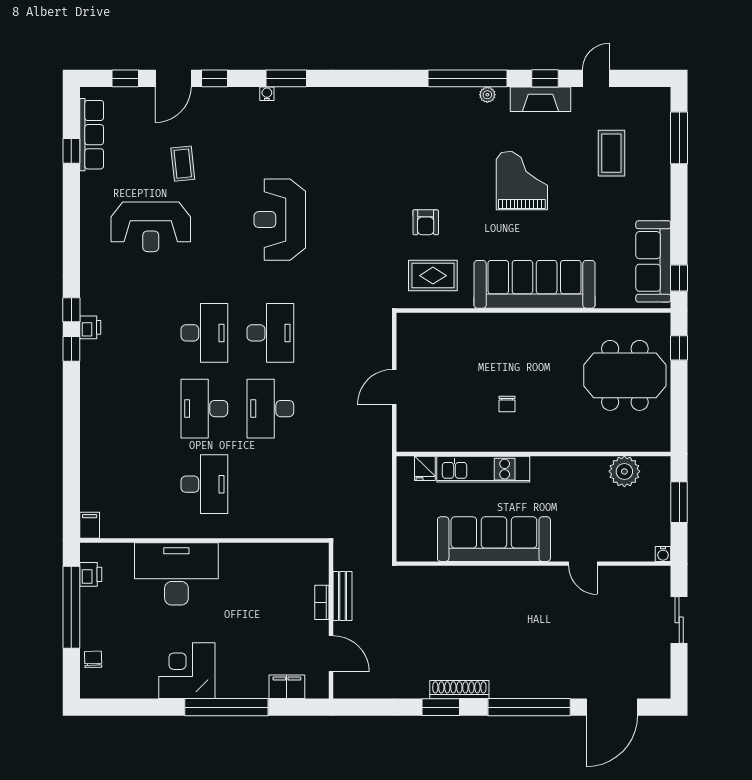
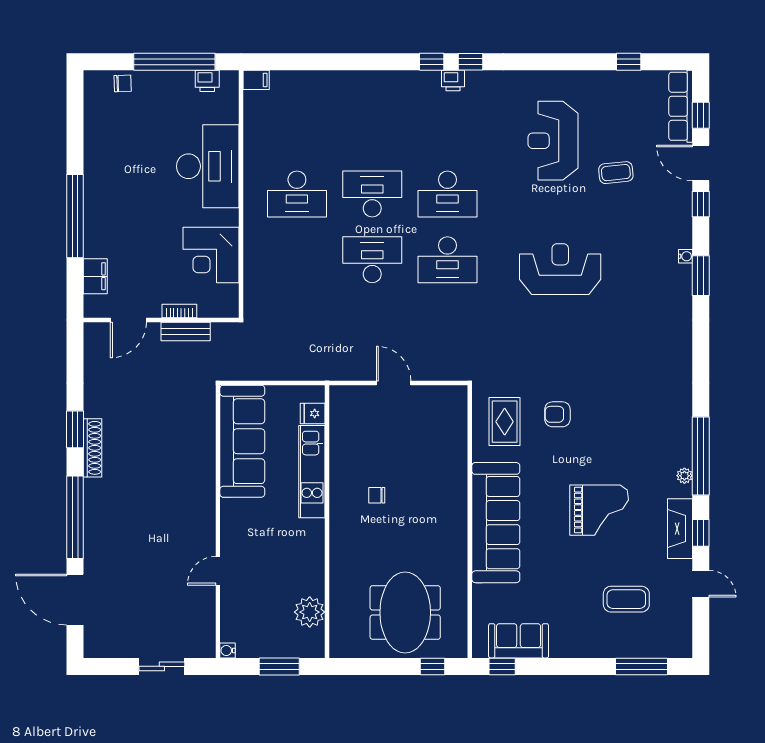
row of seats: (92, 135) -> (681, 106), moved, turned 90
sofa: (653, 261) -> (519, 641), width x0.73
sofa: (494, 539) -> (242, 441), moved
corner desk: (187, 671) -> (211, 255), moved, turned 180

